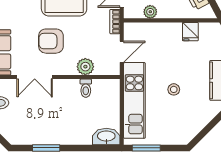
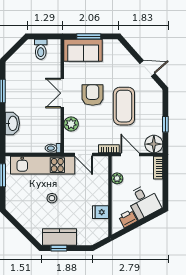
double door: (35, 77) -> (62, 93), moved
toilet: (86, 88) -> (53, 148), moved
washbasin: (106, 136) -> (12, 123), moved

